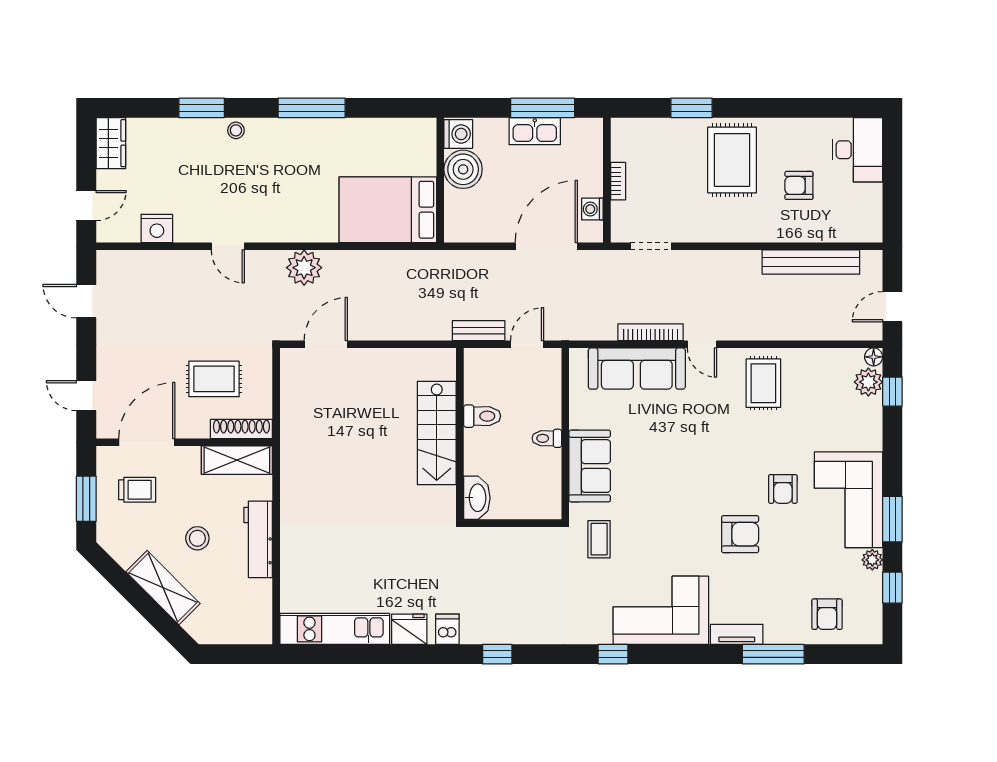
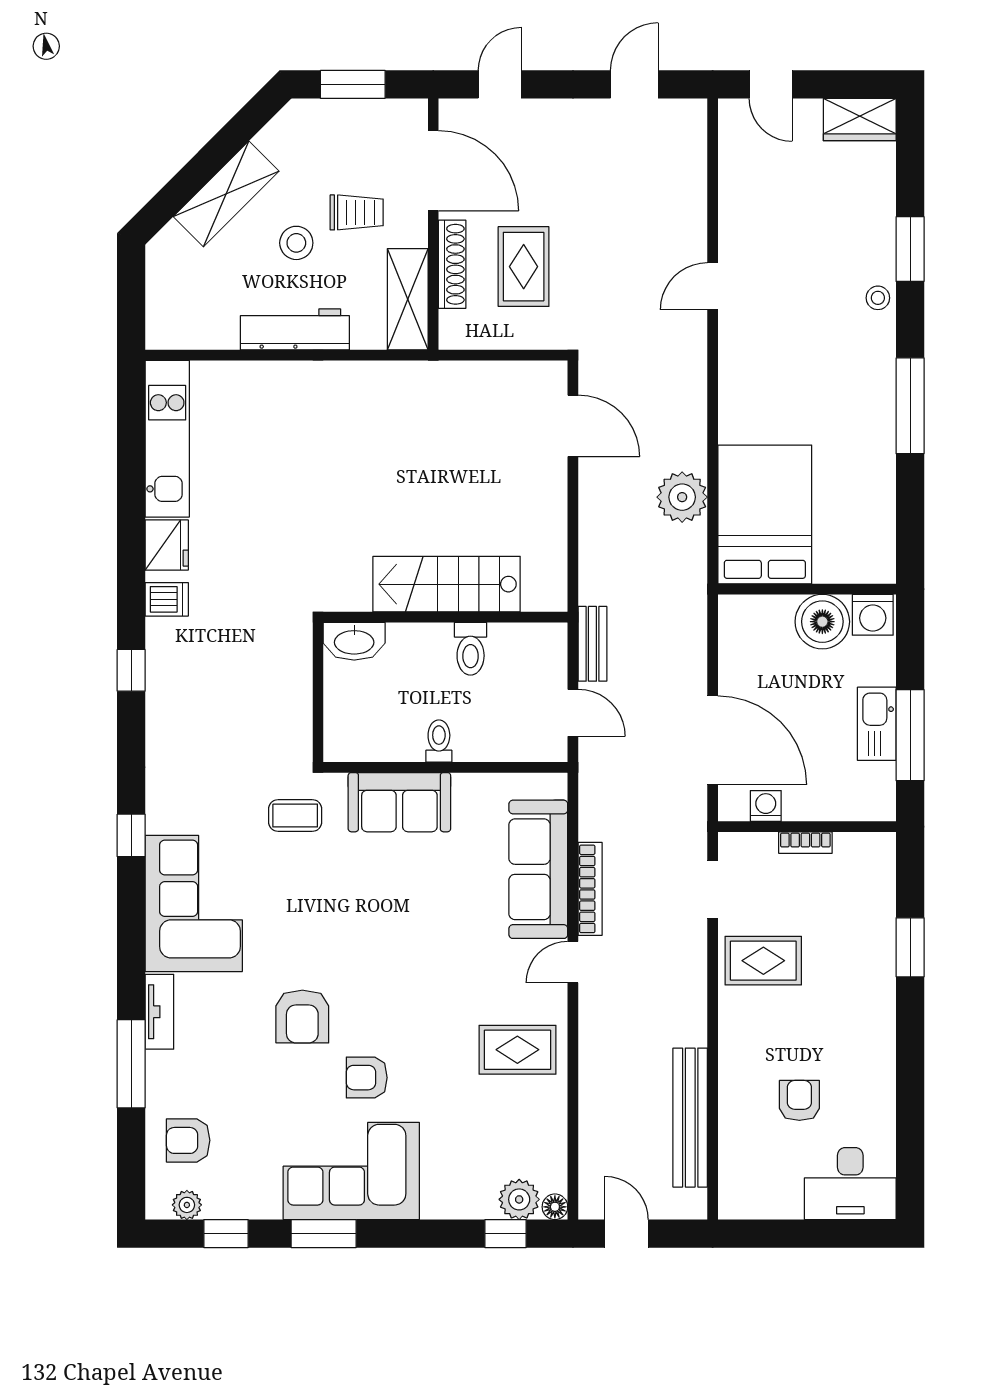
rug: (732, 160) -> (763, 961), moved, width x0.73, depth x0.70
nightstand: (157, 228) -> (738, 185), removed
plant: (304, 268) -> (682, 497), moved
shoe rack: (241, 429) -> (452, 264), moved
trolley: (137, 490) -> (357, 212), moved, turned -90
plant: (872, 560) -> (187, 1205), moved

